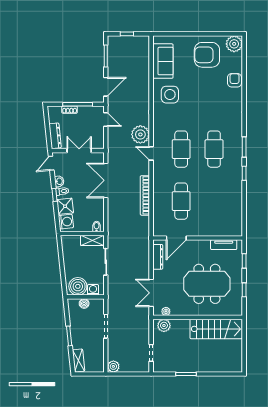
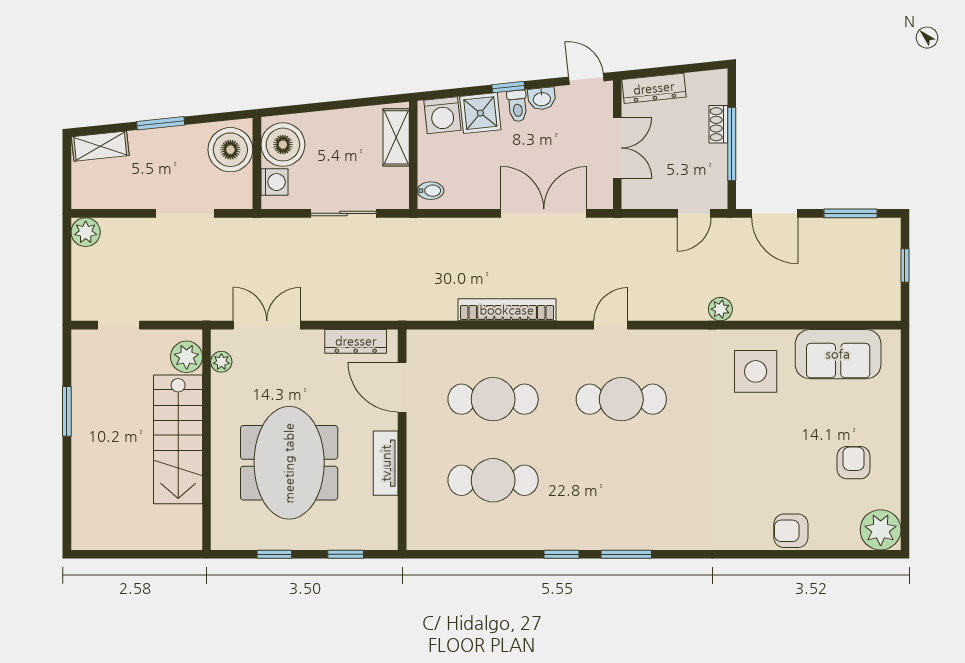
armchair: (207, 55) -> (854, 463), width x0.53, depth x0.53
armchair: (235, 80) -> (791, 531), turned 180
plant: (140, 134) -> (720, 309), moved, width x0.53, depth x0.53
cafe table: (214, 149) -> (493, 480), moved
shelving: (92, 240) -> (396, 137), moved
tv unit: (224, 245) -> (386, 463), moved
boiler: (84, 303) -> (230, 150), width x1.86, depth x1.86
stairs: (216, 329) -> (178, 439), moved

